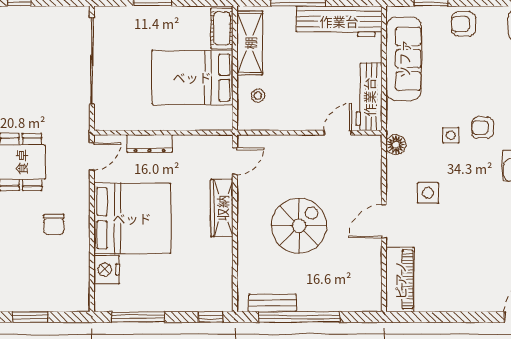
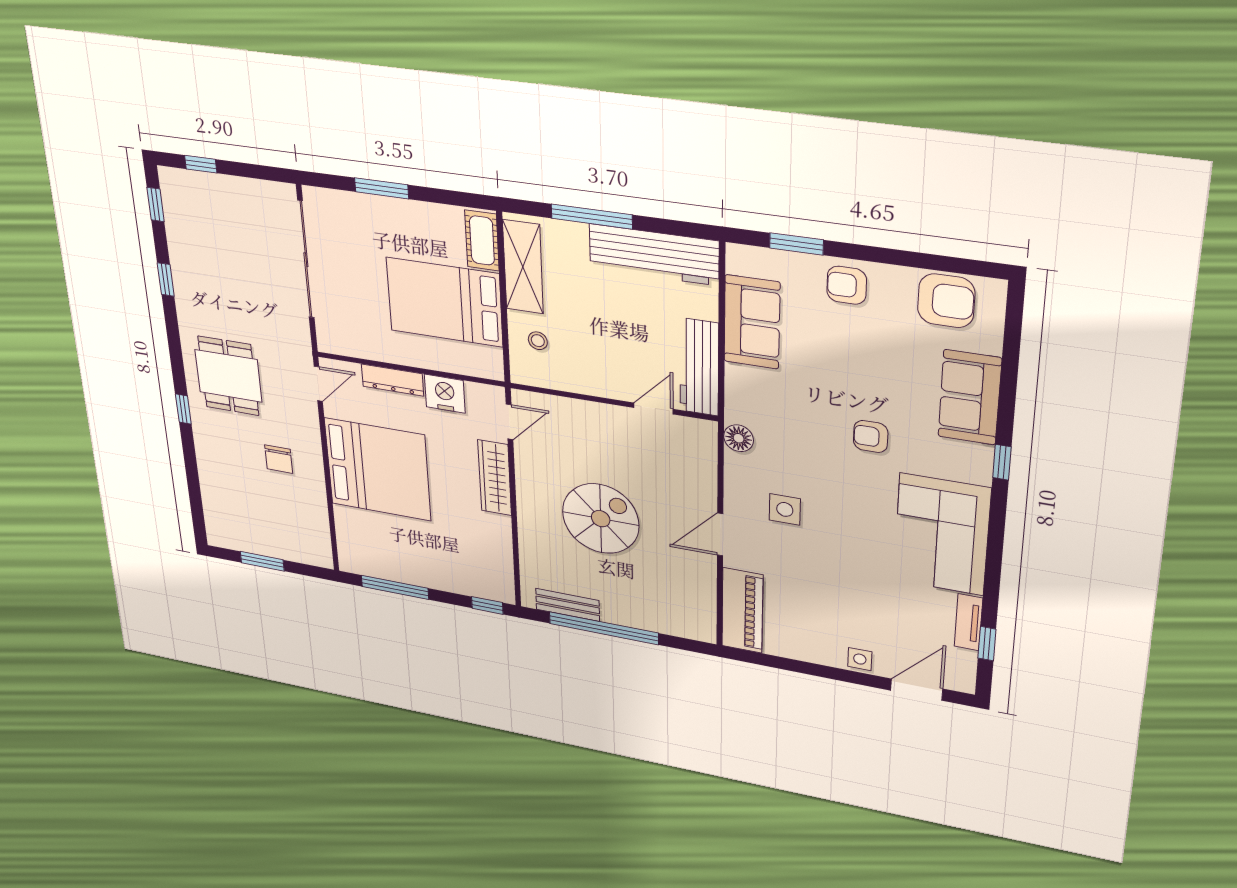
sofa: (404, 59) -> (752, 322), width x0.73
side table: (451, 135) -> (860, 659), moved
nightstand: (107, 270) -> (445, 394), moved, turned 90

